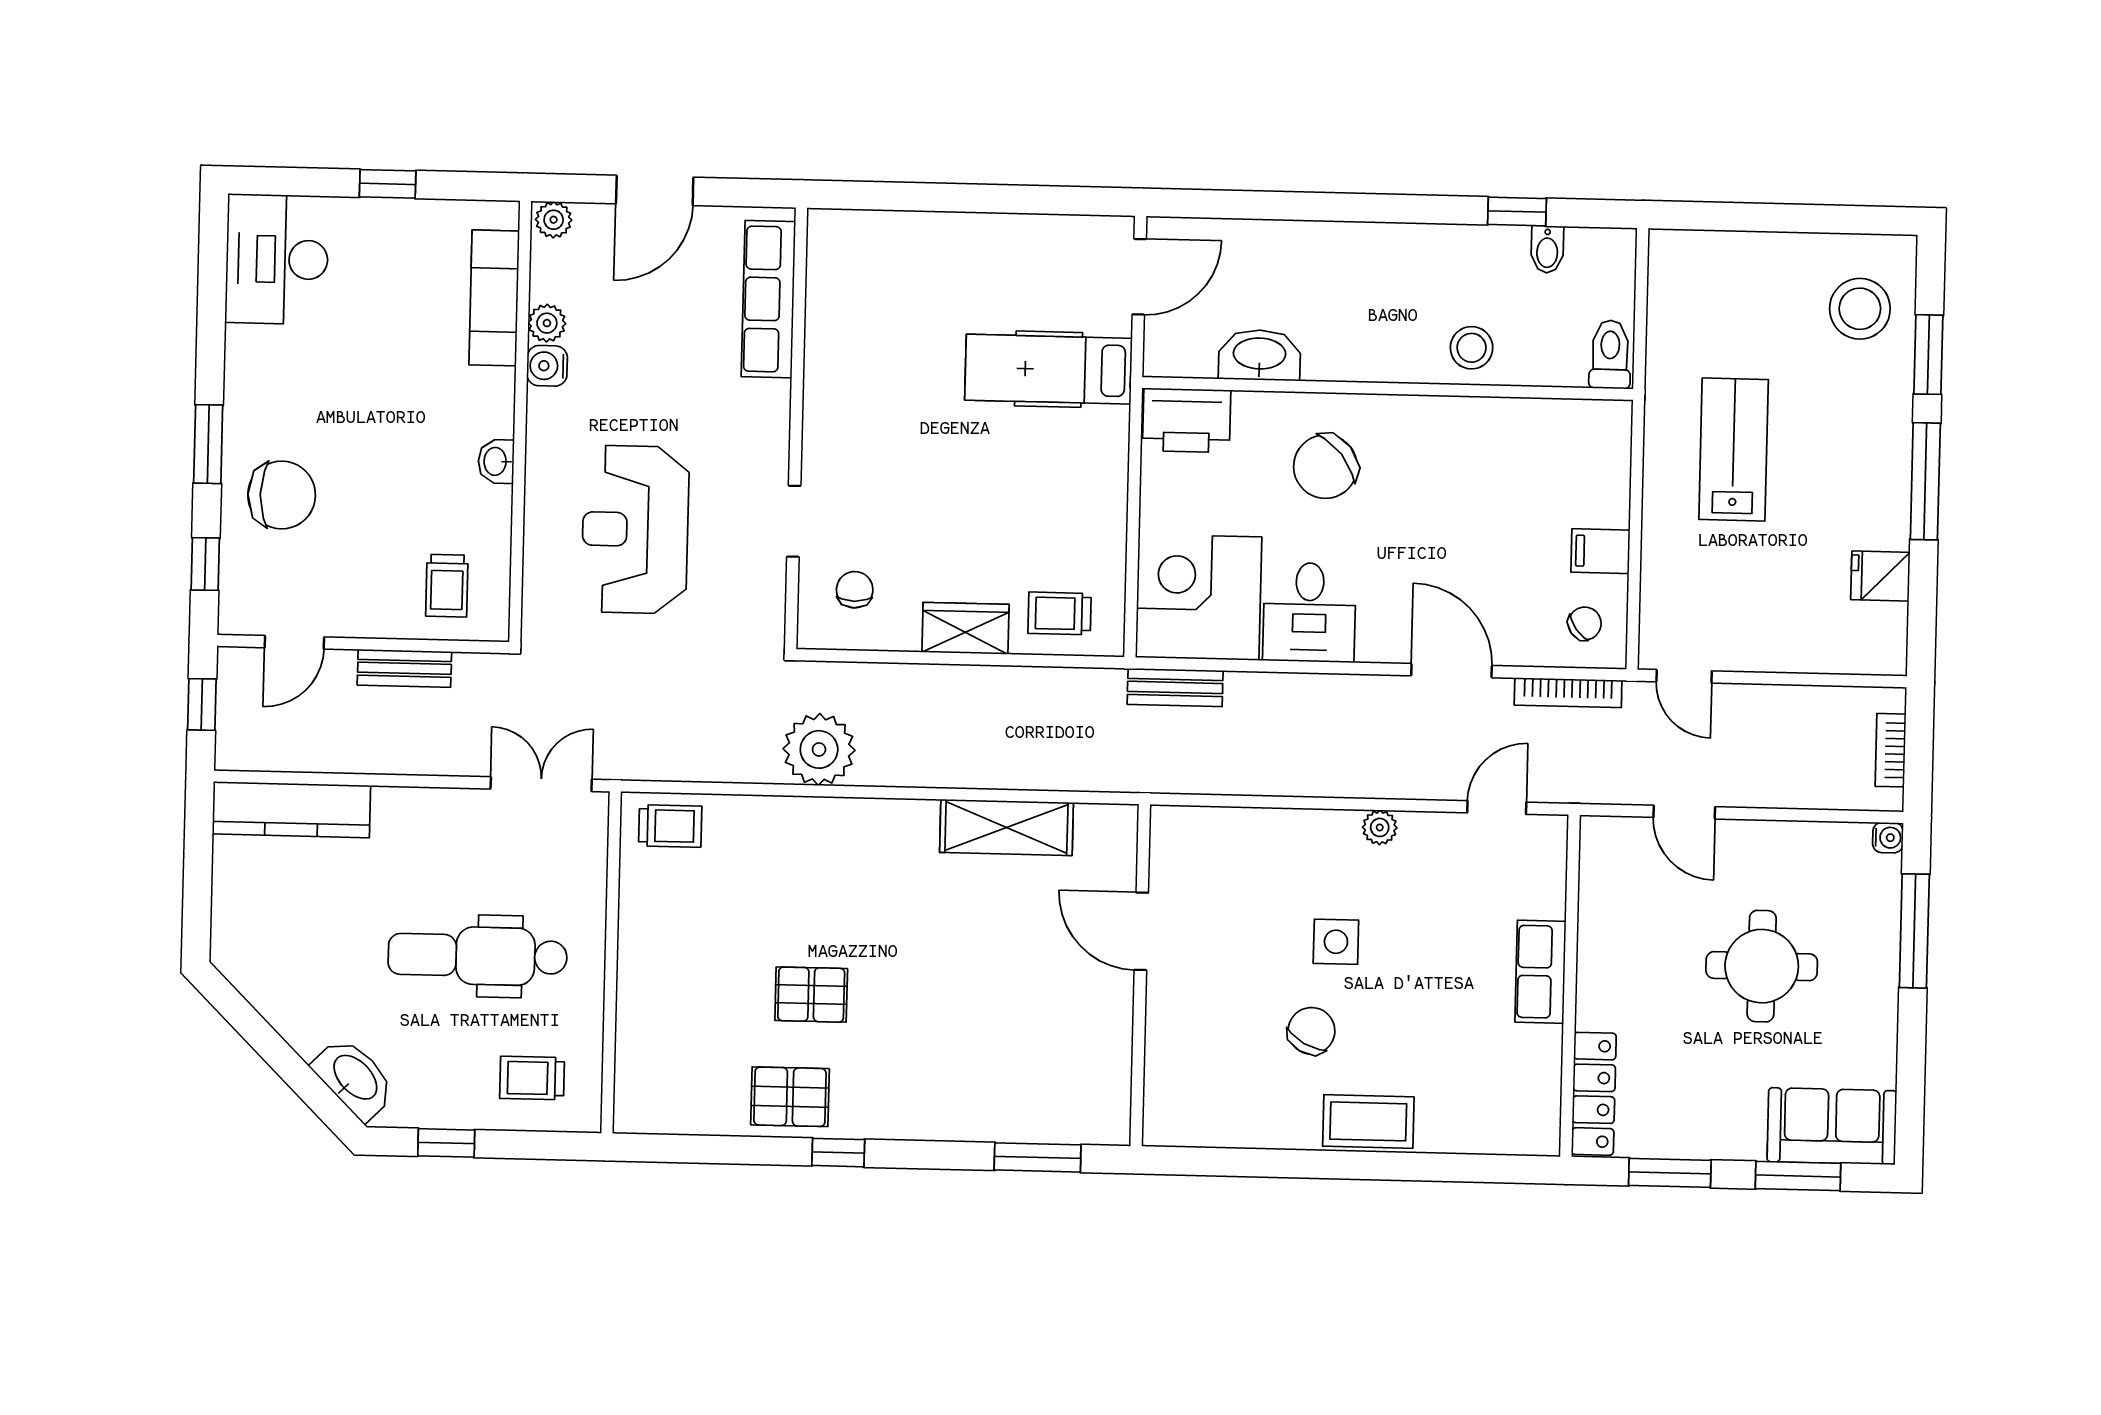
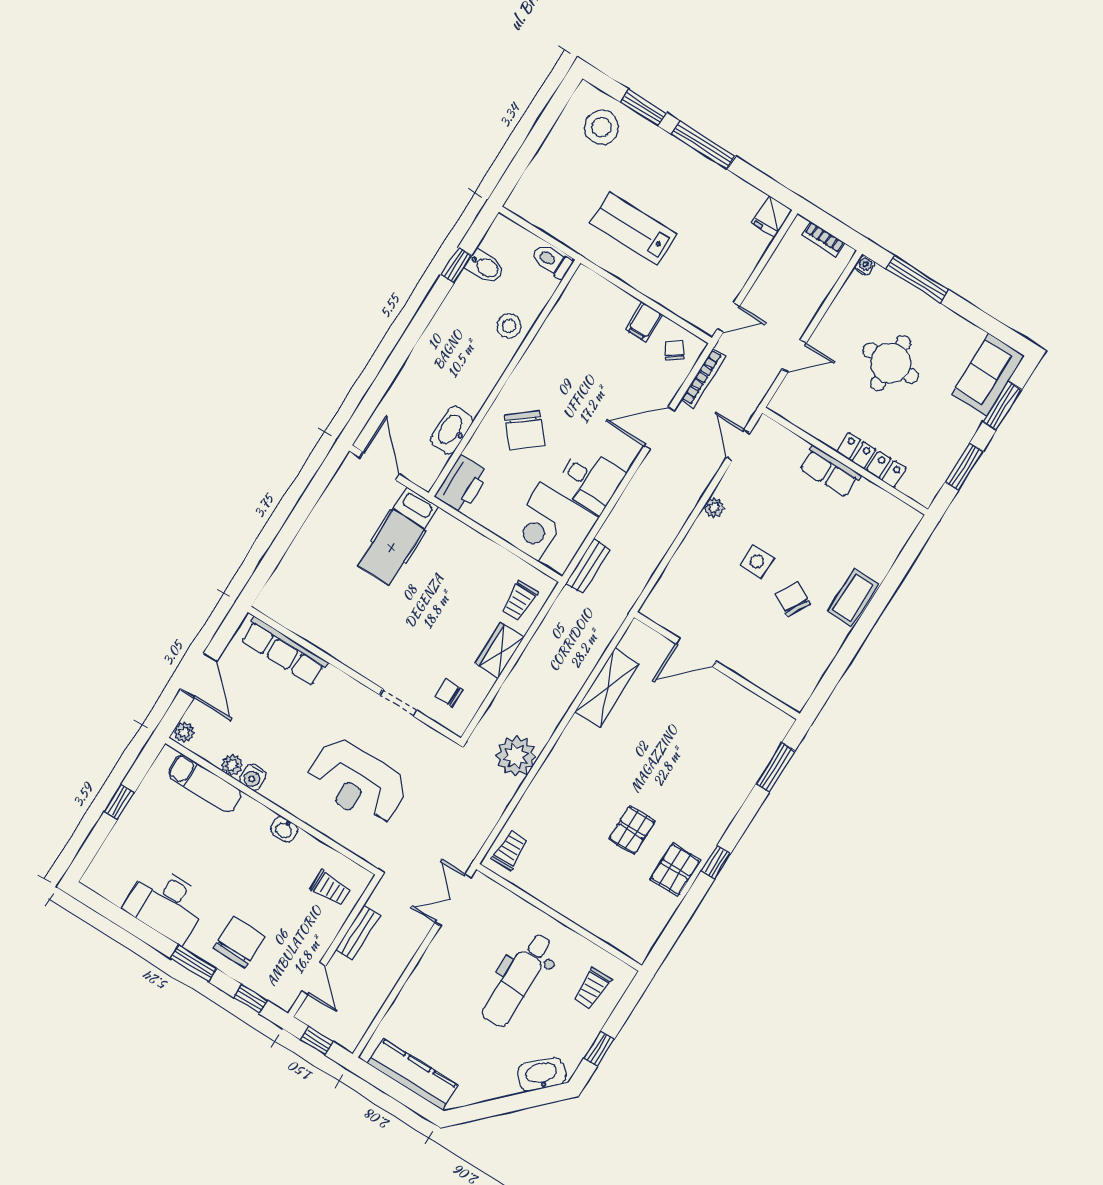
bidet: (1547, 249) -> (485, 267), width x1.38, depth x1.36
desk: (277, 259) -> (167, 904), moved
fridge: (1880, 576) -> (772, 216), moved
kitchen counter: (291, 810) -> (413, 1074), moved, turned -90
locker: (1594, 1094) -> (871, 460), moved

